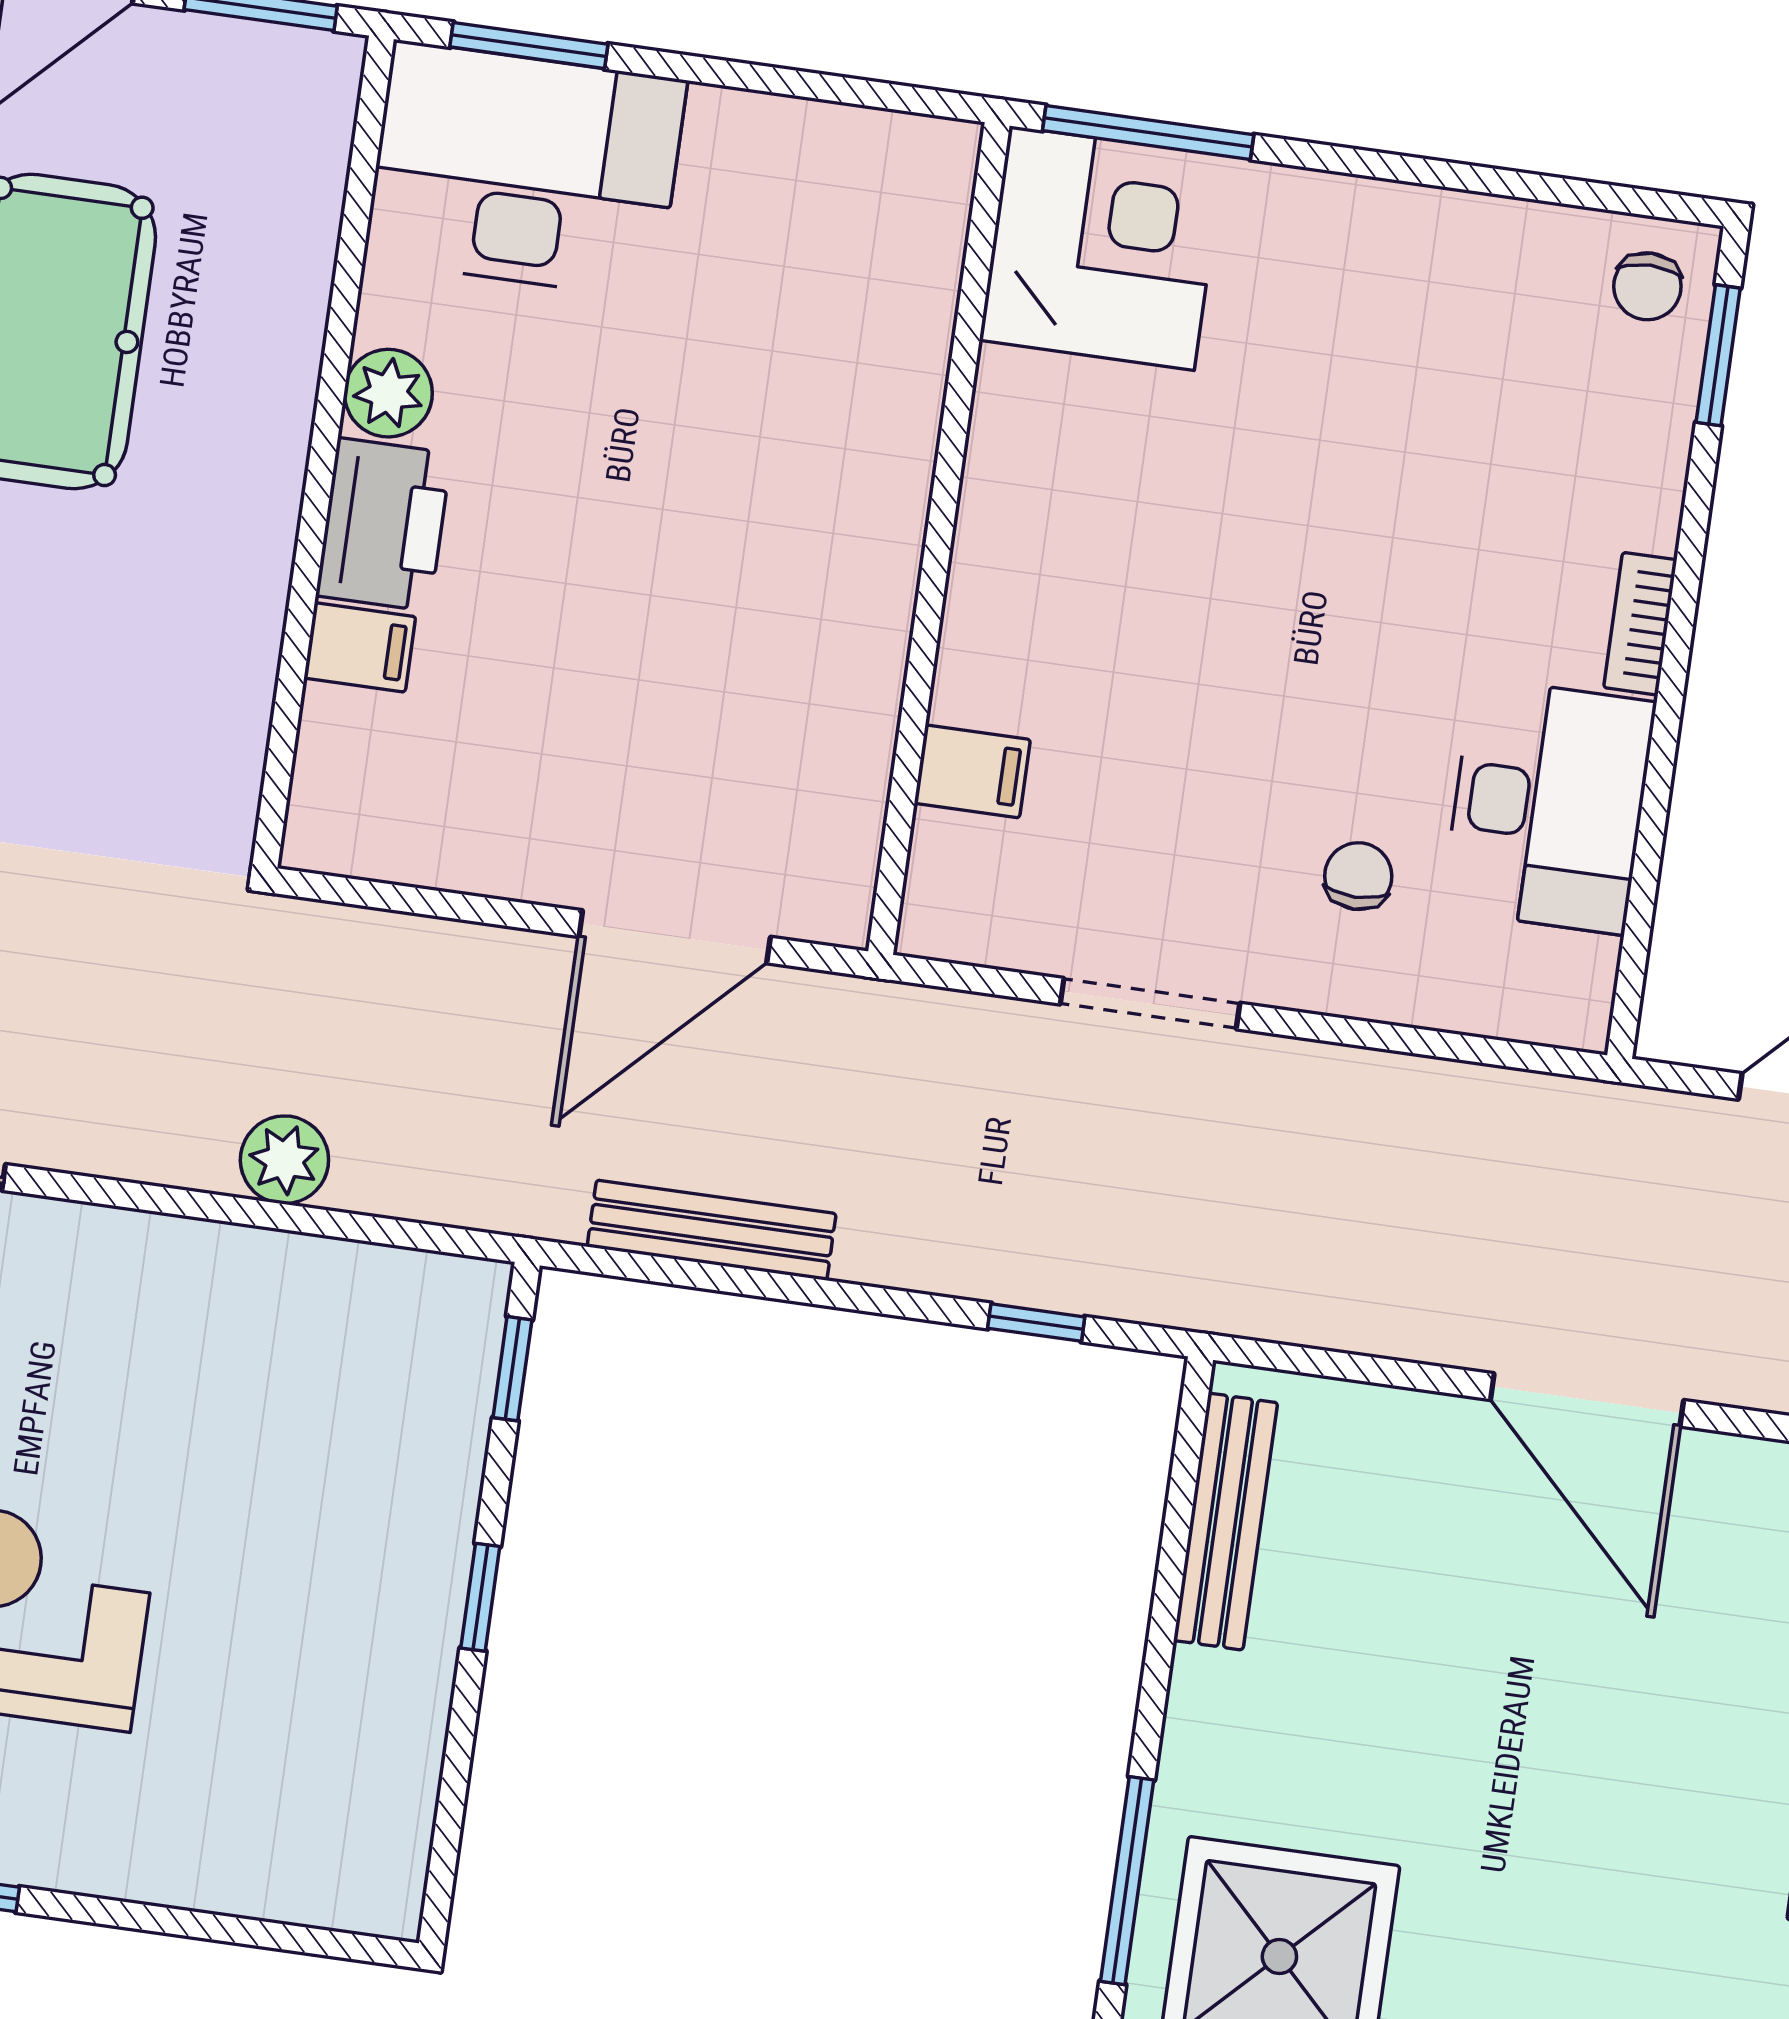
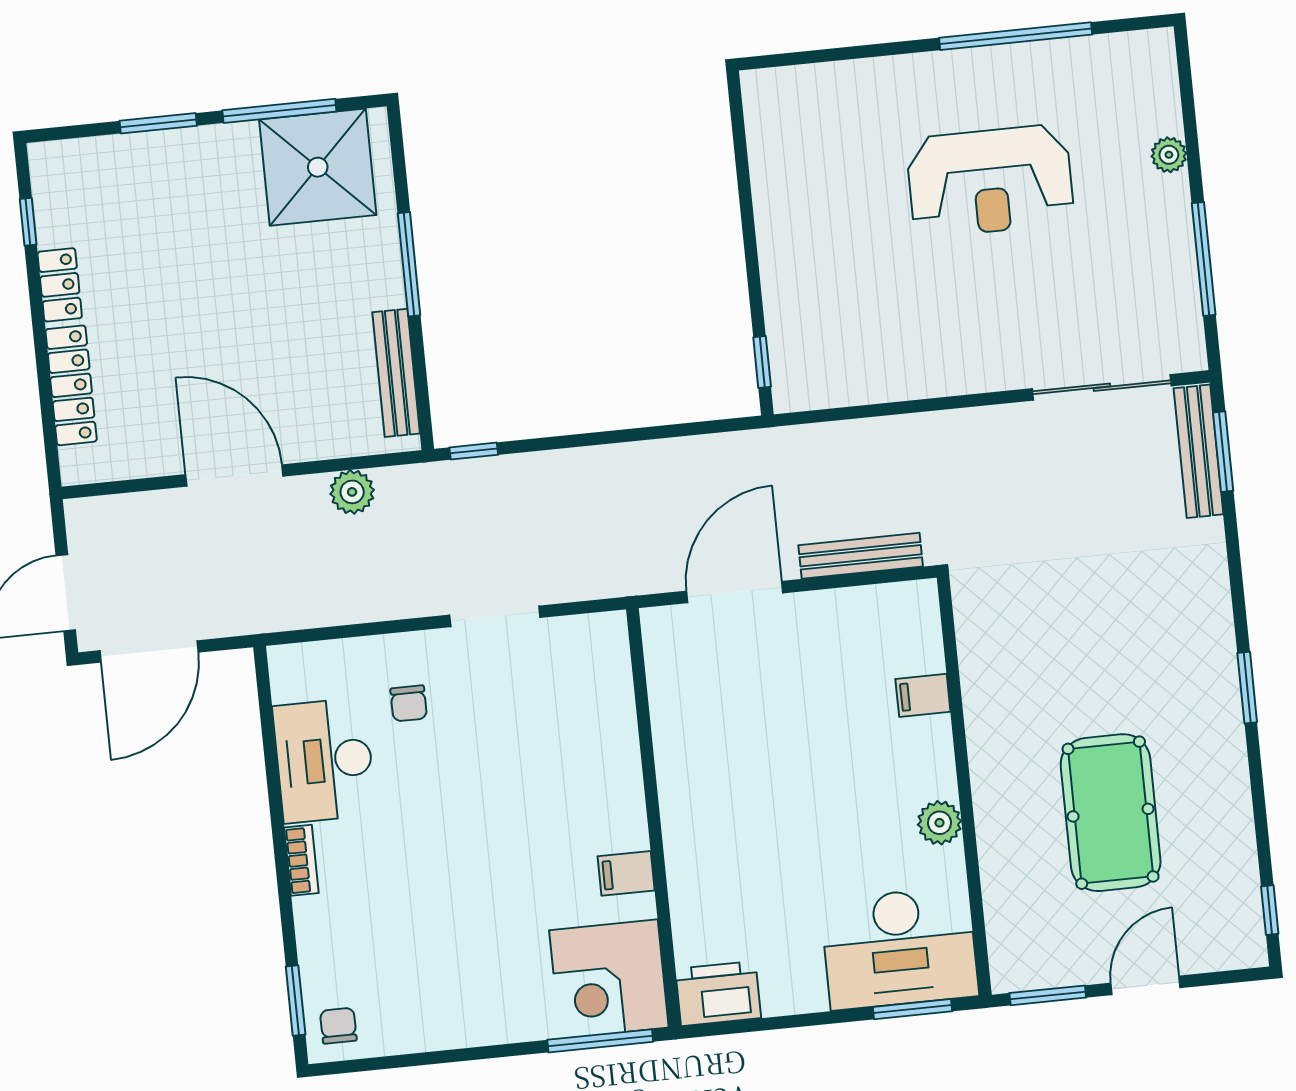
printer: (384, 524) -> (718, 994), moved, turned 90
filing cabinet: (972, 771) -> (626, 873), moved
plant: (284, 1160) -> (352, 492), moved
bench: (712, 1230) -> (861, 556), moved
window: (1036, 1323) -> (474, 451), moved
window: (480, 1597) -> (750, 247), removed
window: (1127, 1881) -> (409, 264), moved

